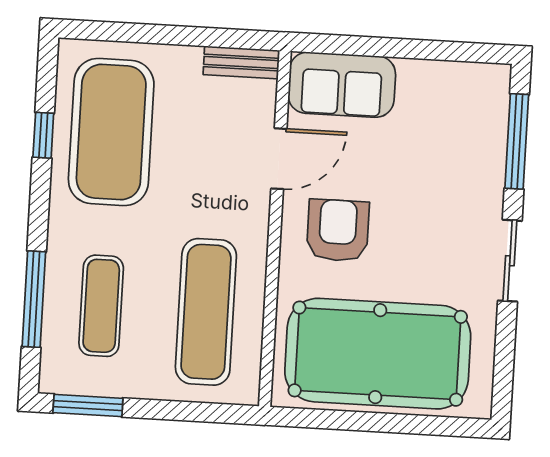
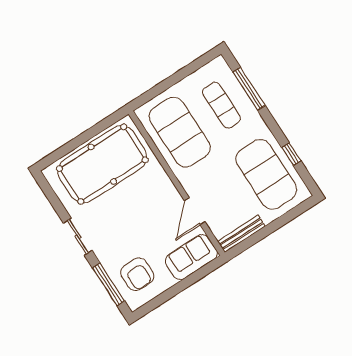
bench: (241, 62) -> (241, 234), width x1.36
armchair: (338, 230) -> (137, 274), moved
exercise mat: (206, 312) -> (180, 132), width x1.47
window: (88, 406) -> (199, 63), removed

